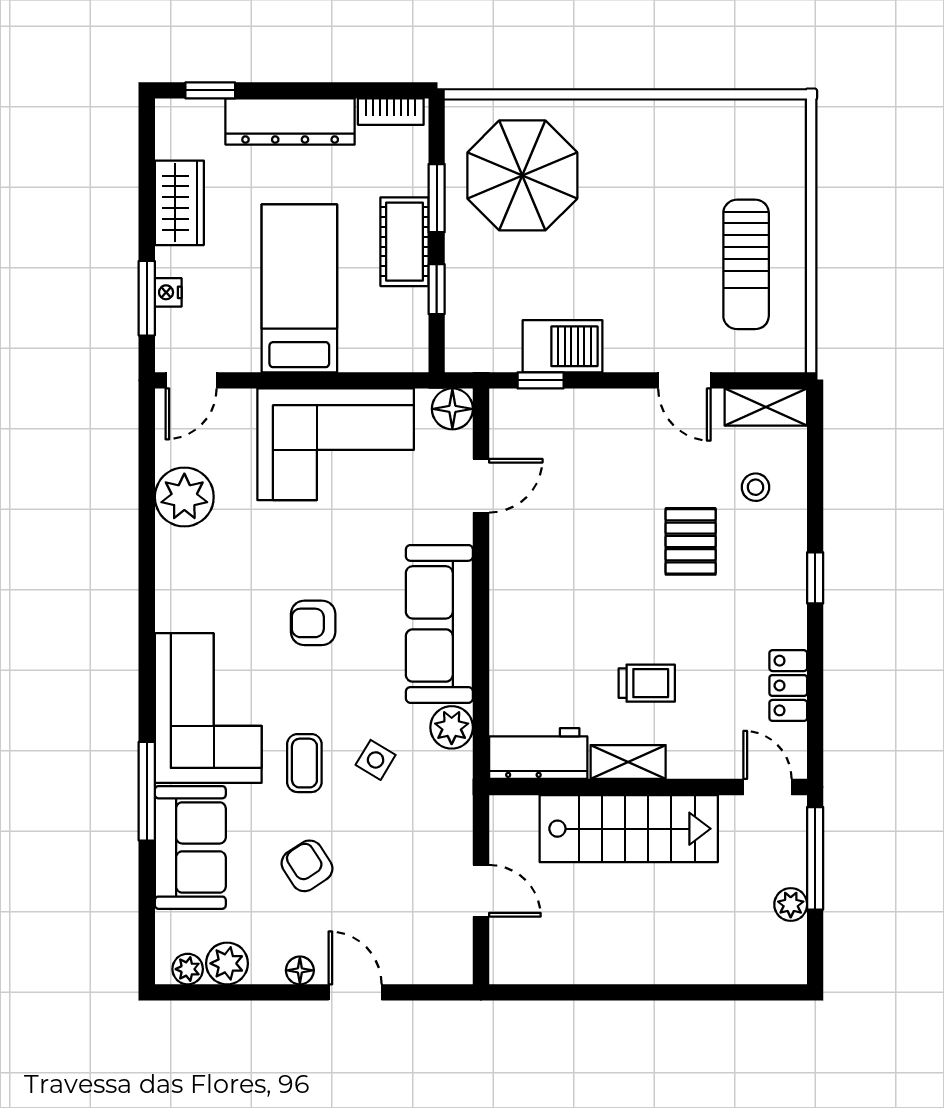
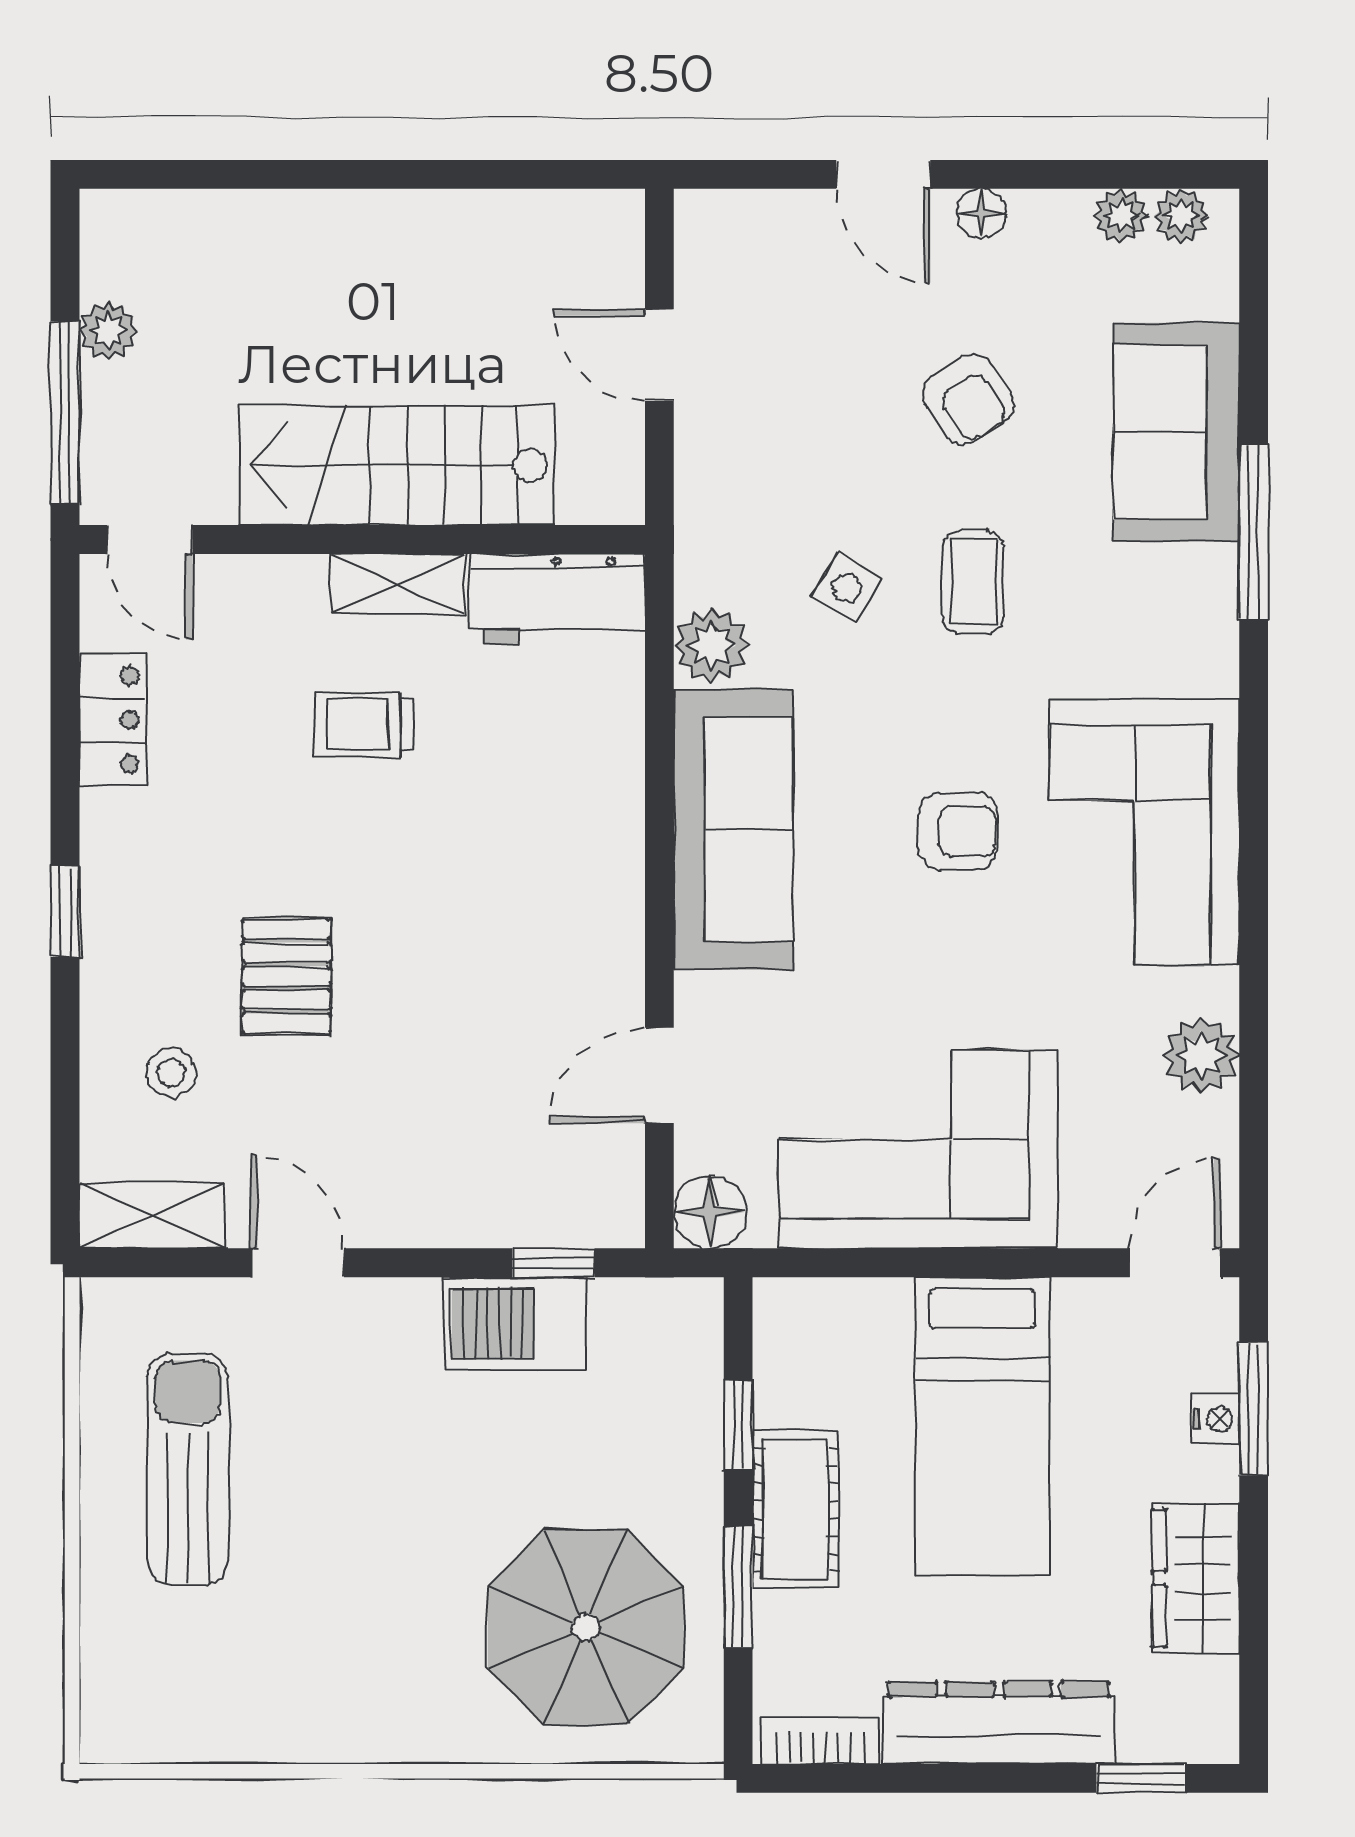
plant: (184, 497) -> (1201, 1055), width x0.73, depth x0.73
corner sofa: (208, 708) -> (1144, 832), moved
plant: (227, 963) -> (1121, 216), width x0.73, depth x0.73

